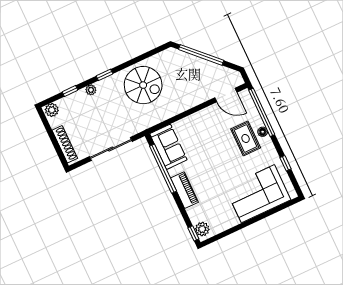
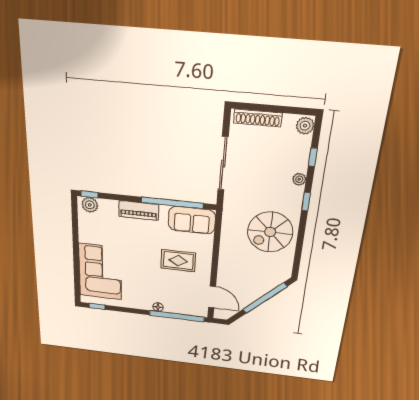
door: (226, 95) -> (212, 297), swing flipped
rug: (246, 138) -> (178, 261), moved
window: (286, 163) -> (97, 306), moved

